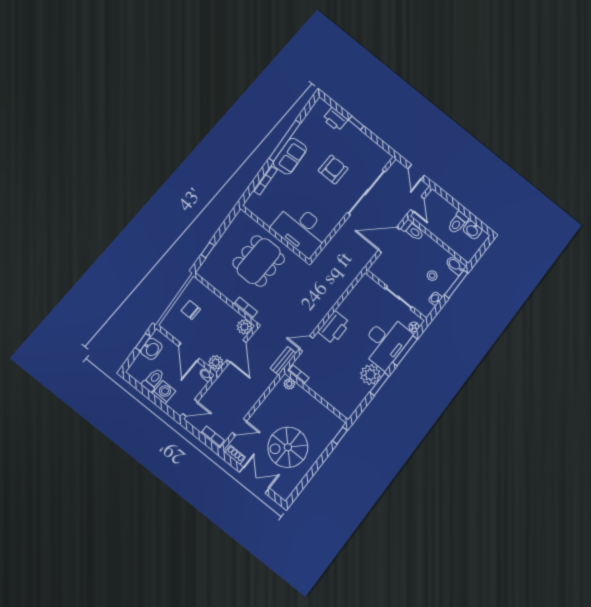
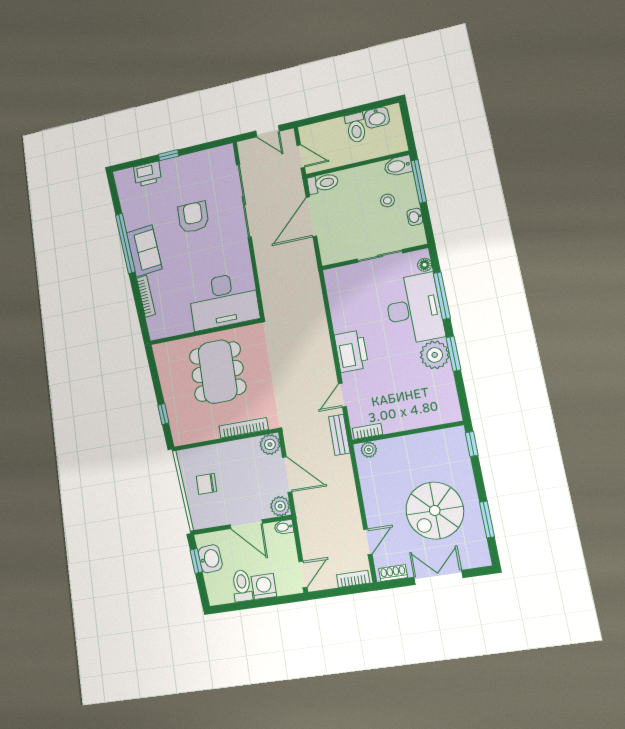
bookcase: (246, 308) -> (244, 428), width x1.56
window: (307, 478) -> (487, 519), added

